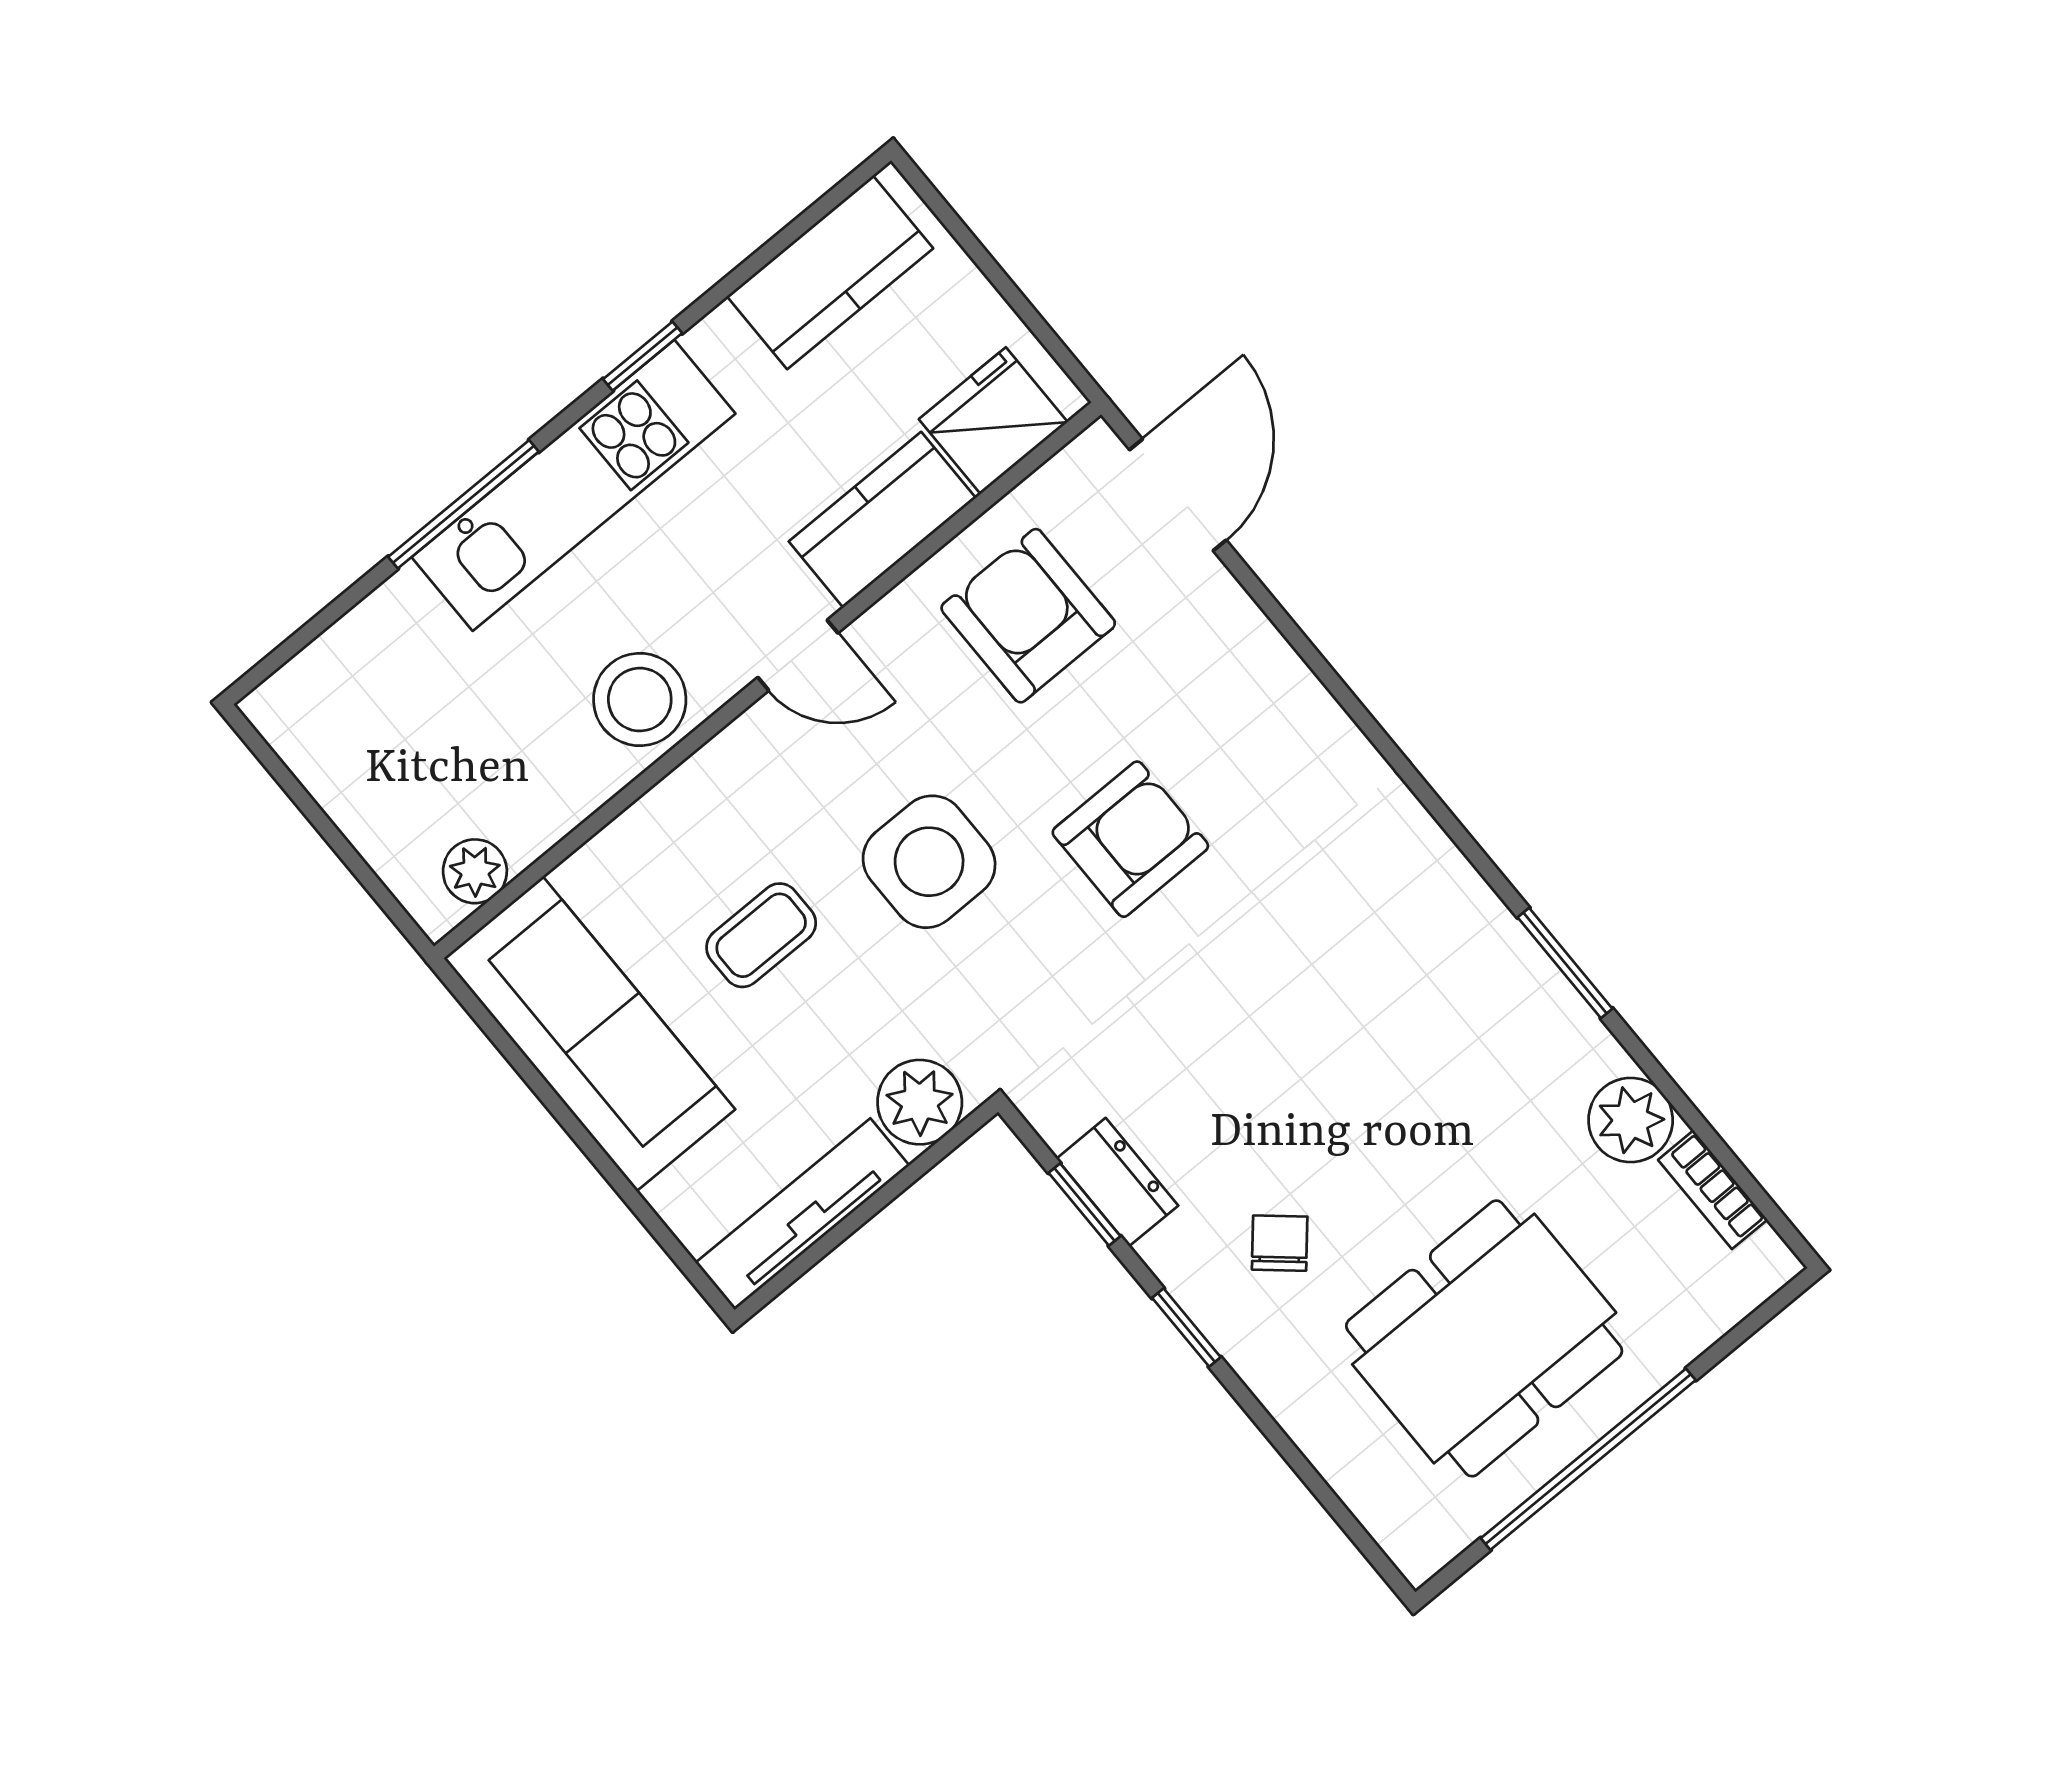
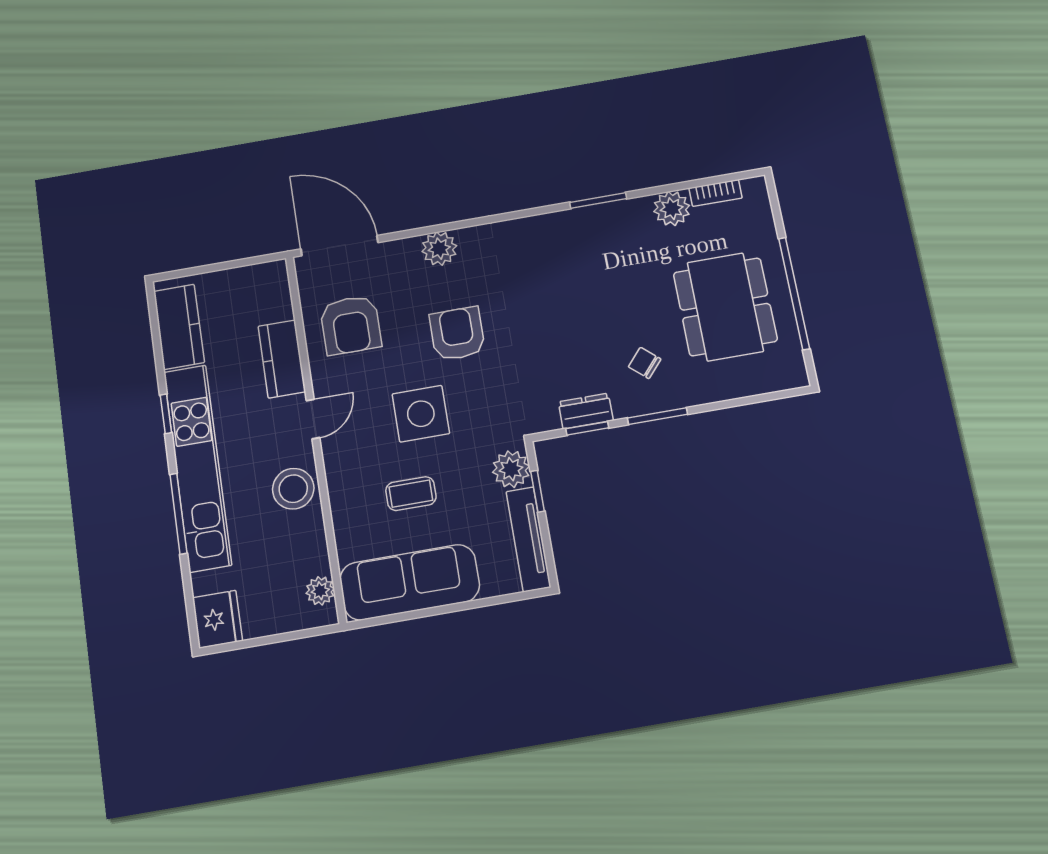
fridge: (993, 421) -> (217, 619), moved, turned 180
kitchen unit: (574, 485) -> (197, 468), width x1.36
door: (1178, 495) -> (339, 246), width x1.36
armchair: (1028, 616) -> (351, 325), turned -90
plant: (1285, 700) -> (439, 249), added
coffee table: (761, 935) -> (411, 494), turned 90
window: (906, 1178) -> (538, 491), added
window: (1186, 1328) -> (658, 416), width x1.50

